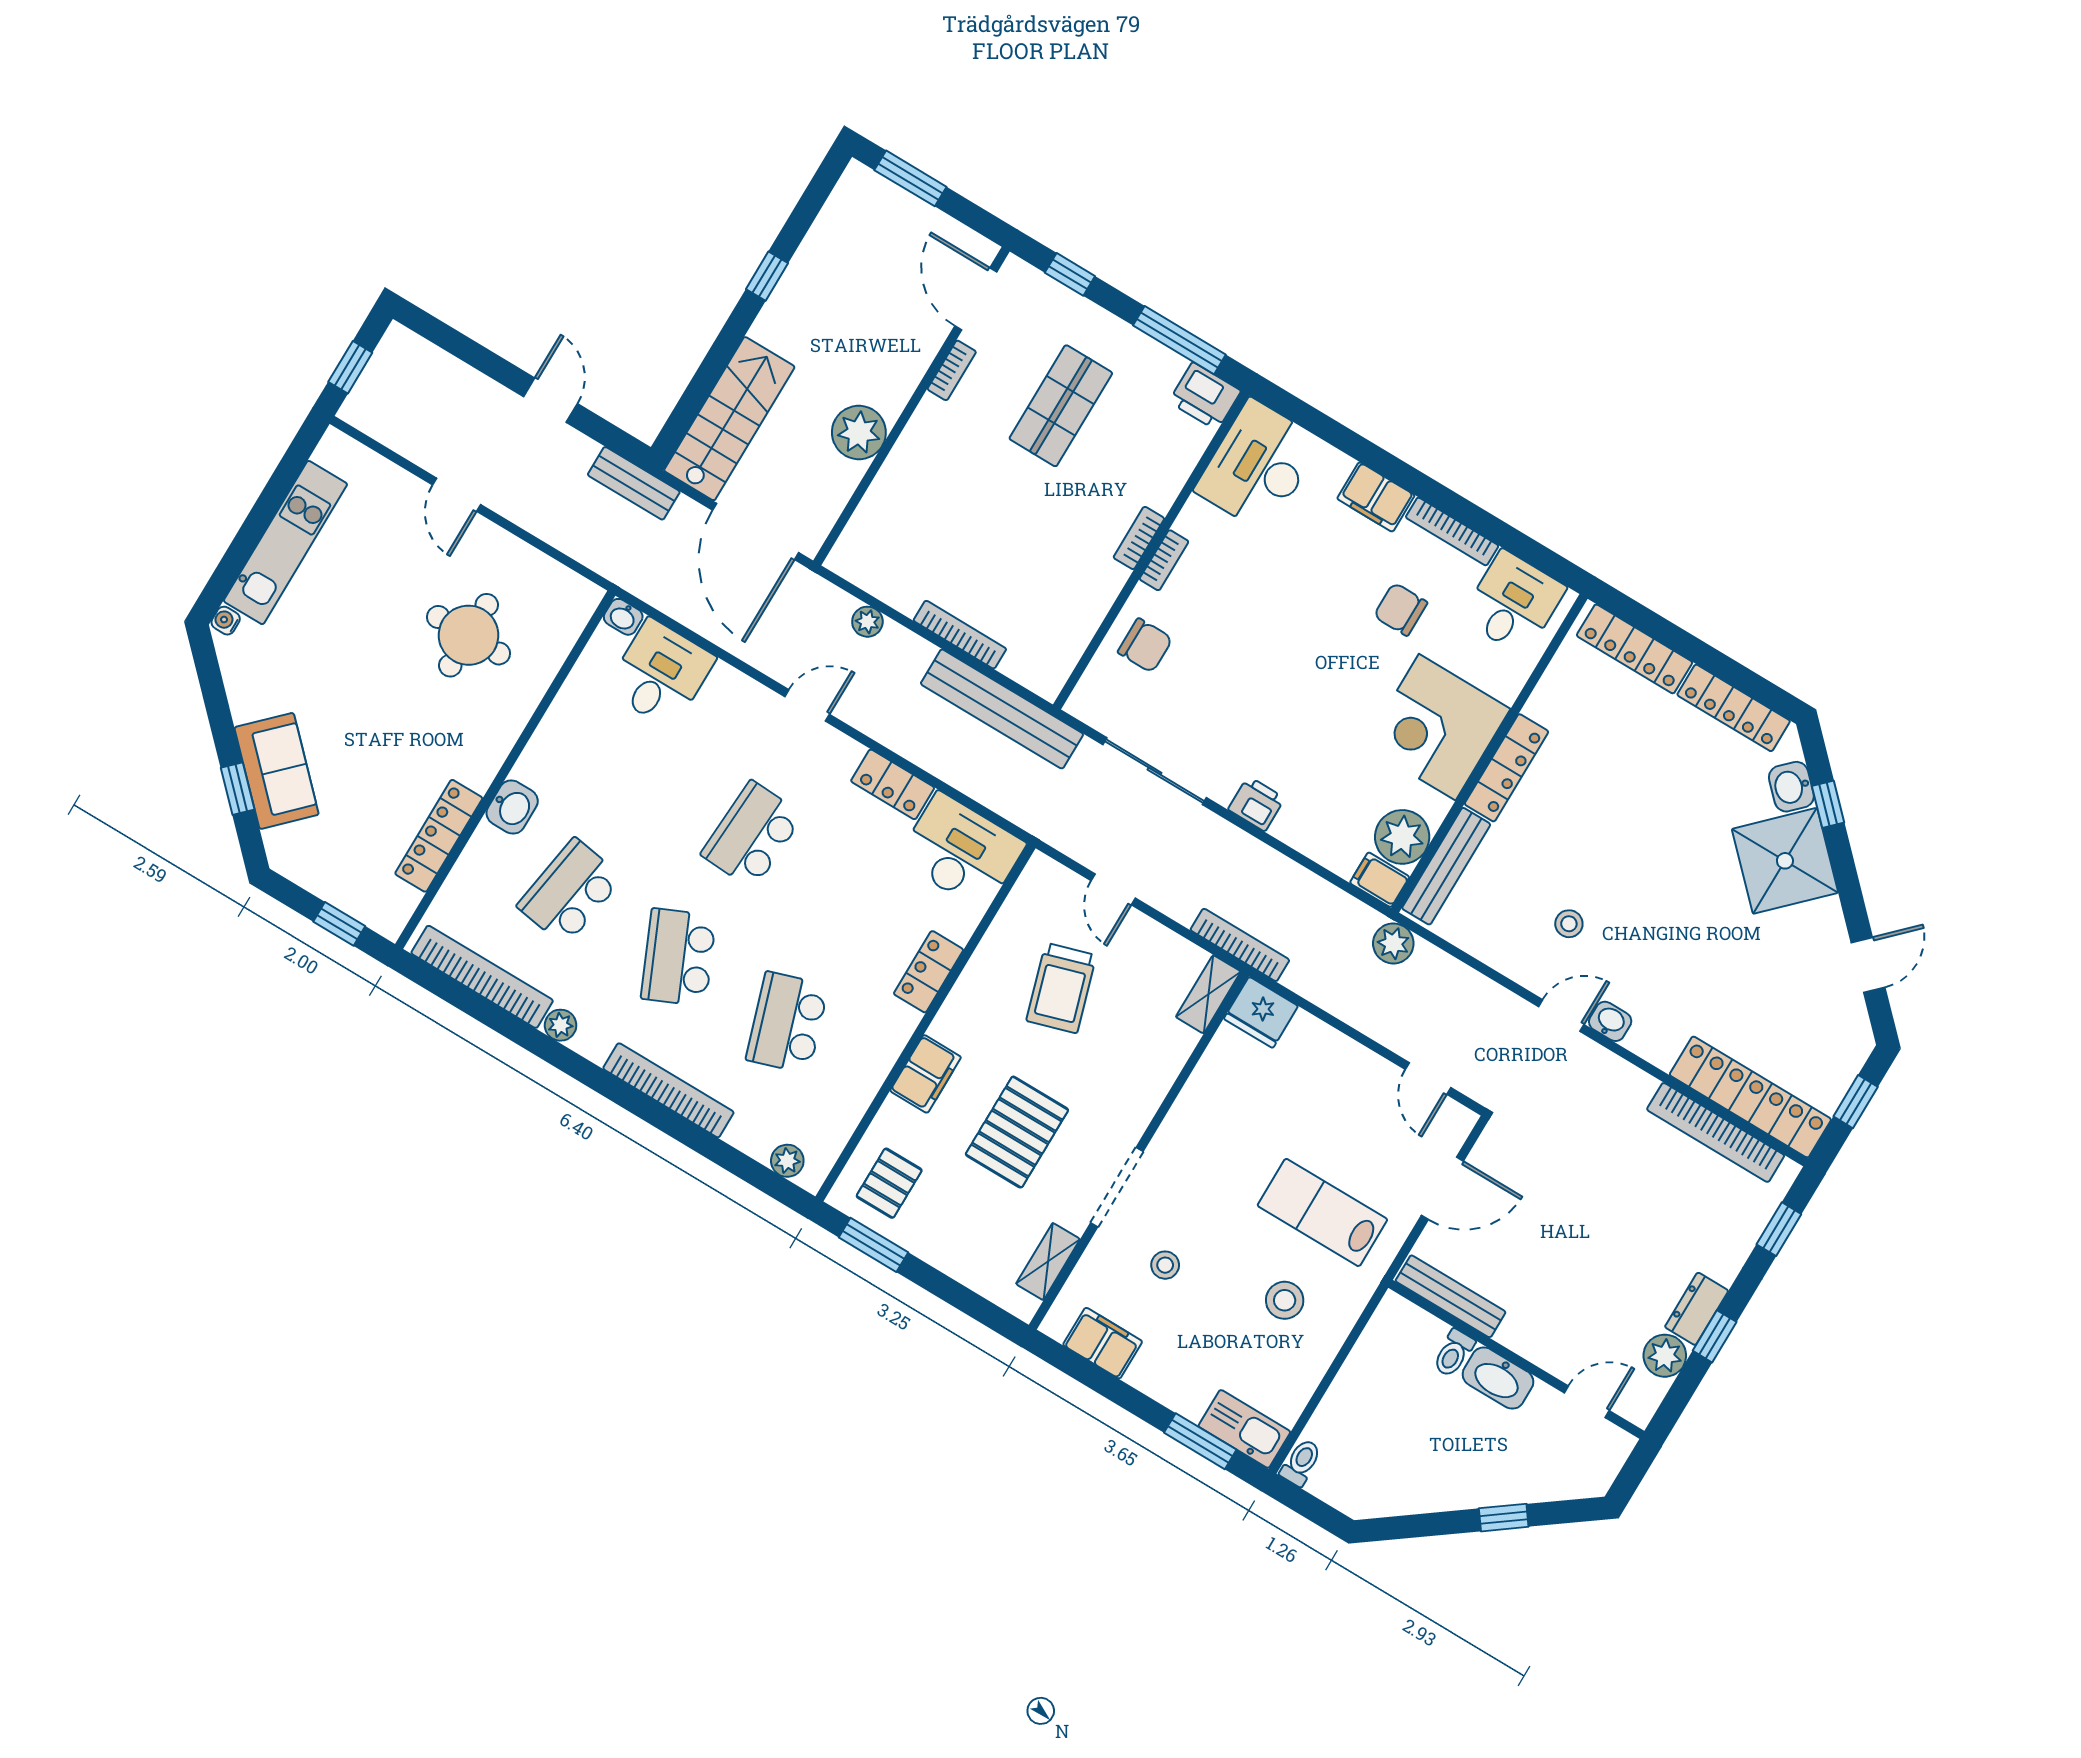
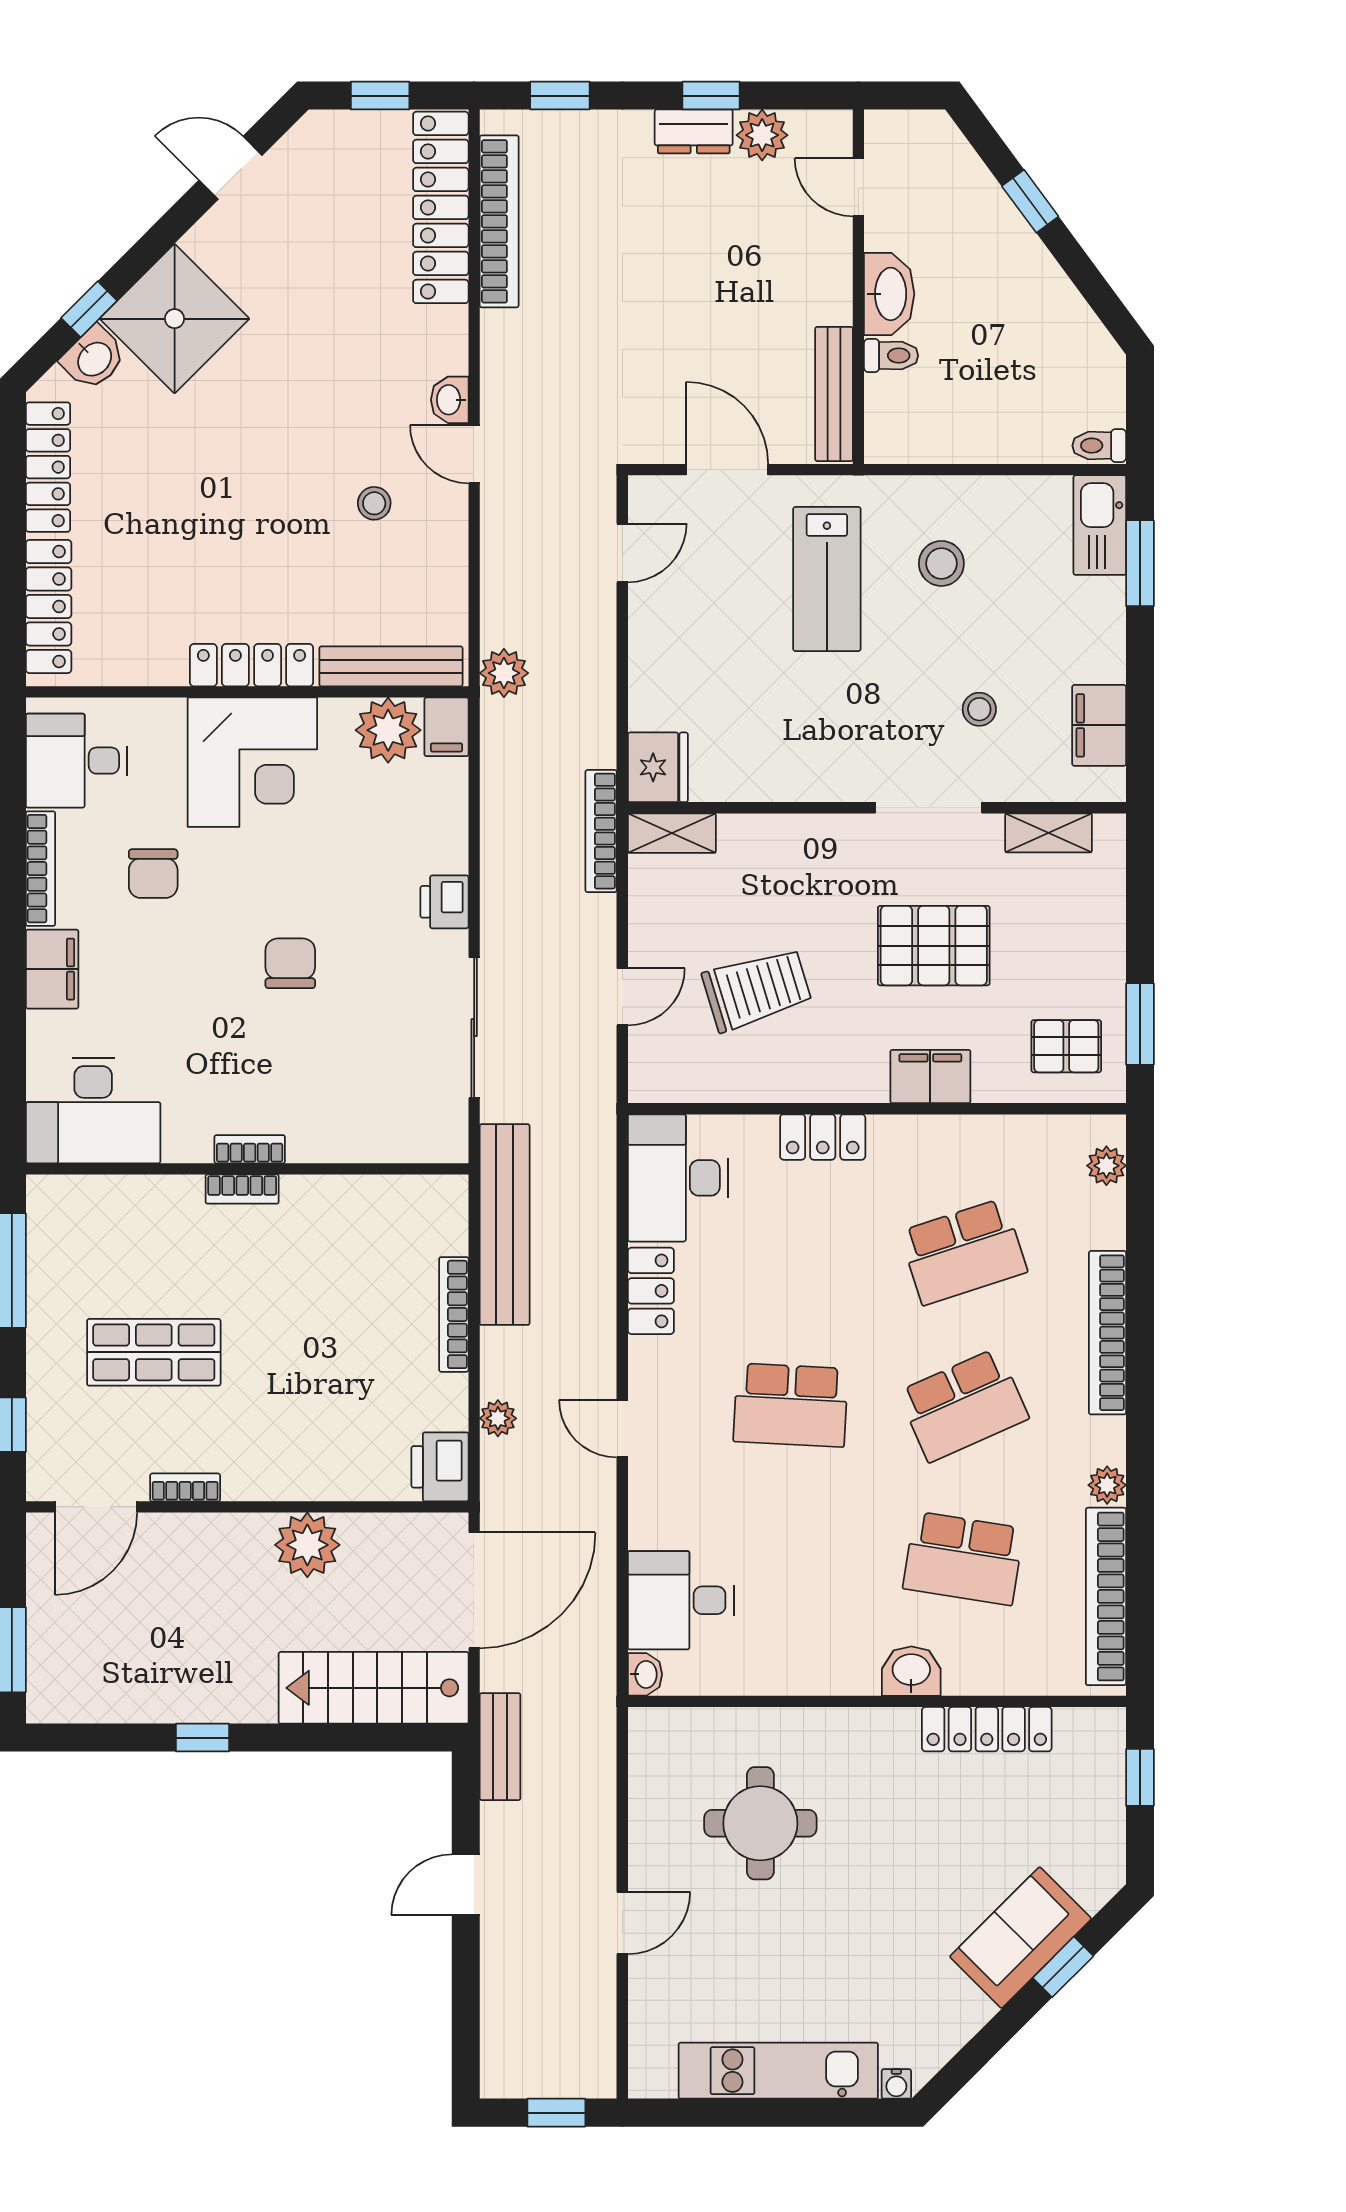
printer: (1205, 396) -> (440, 1467), moved, turned 180
chair: (1145, 645) -> (290, 963), moved

